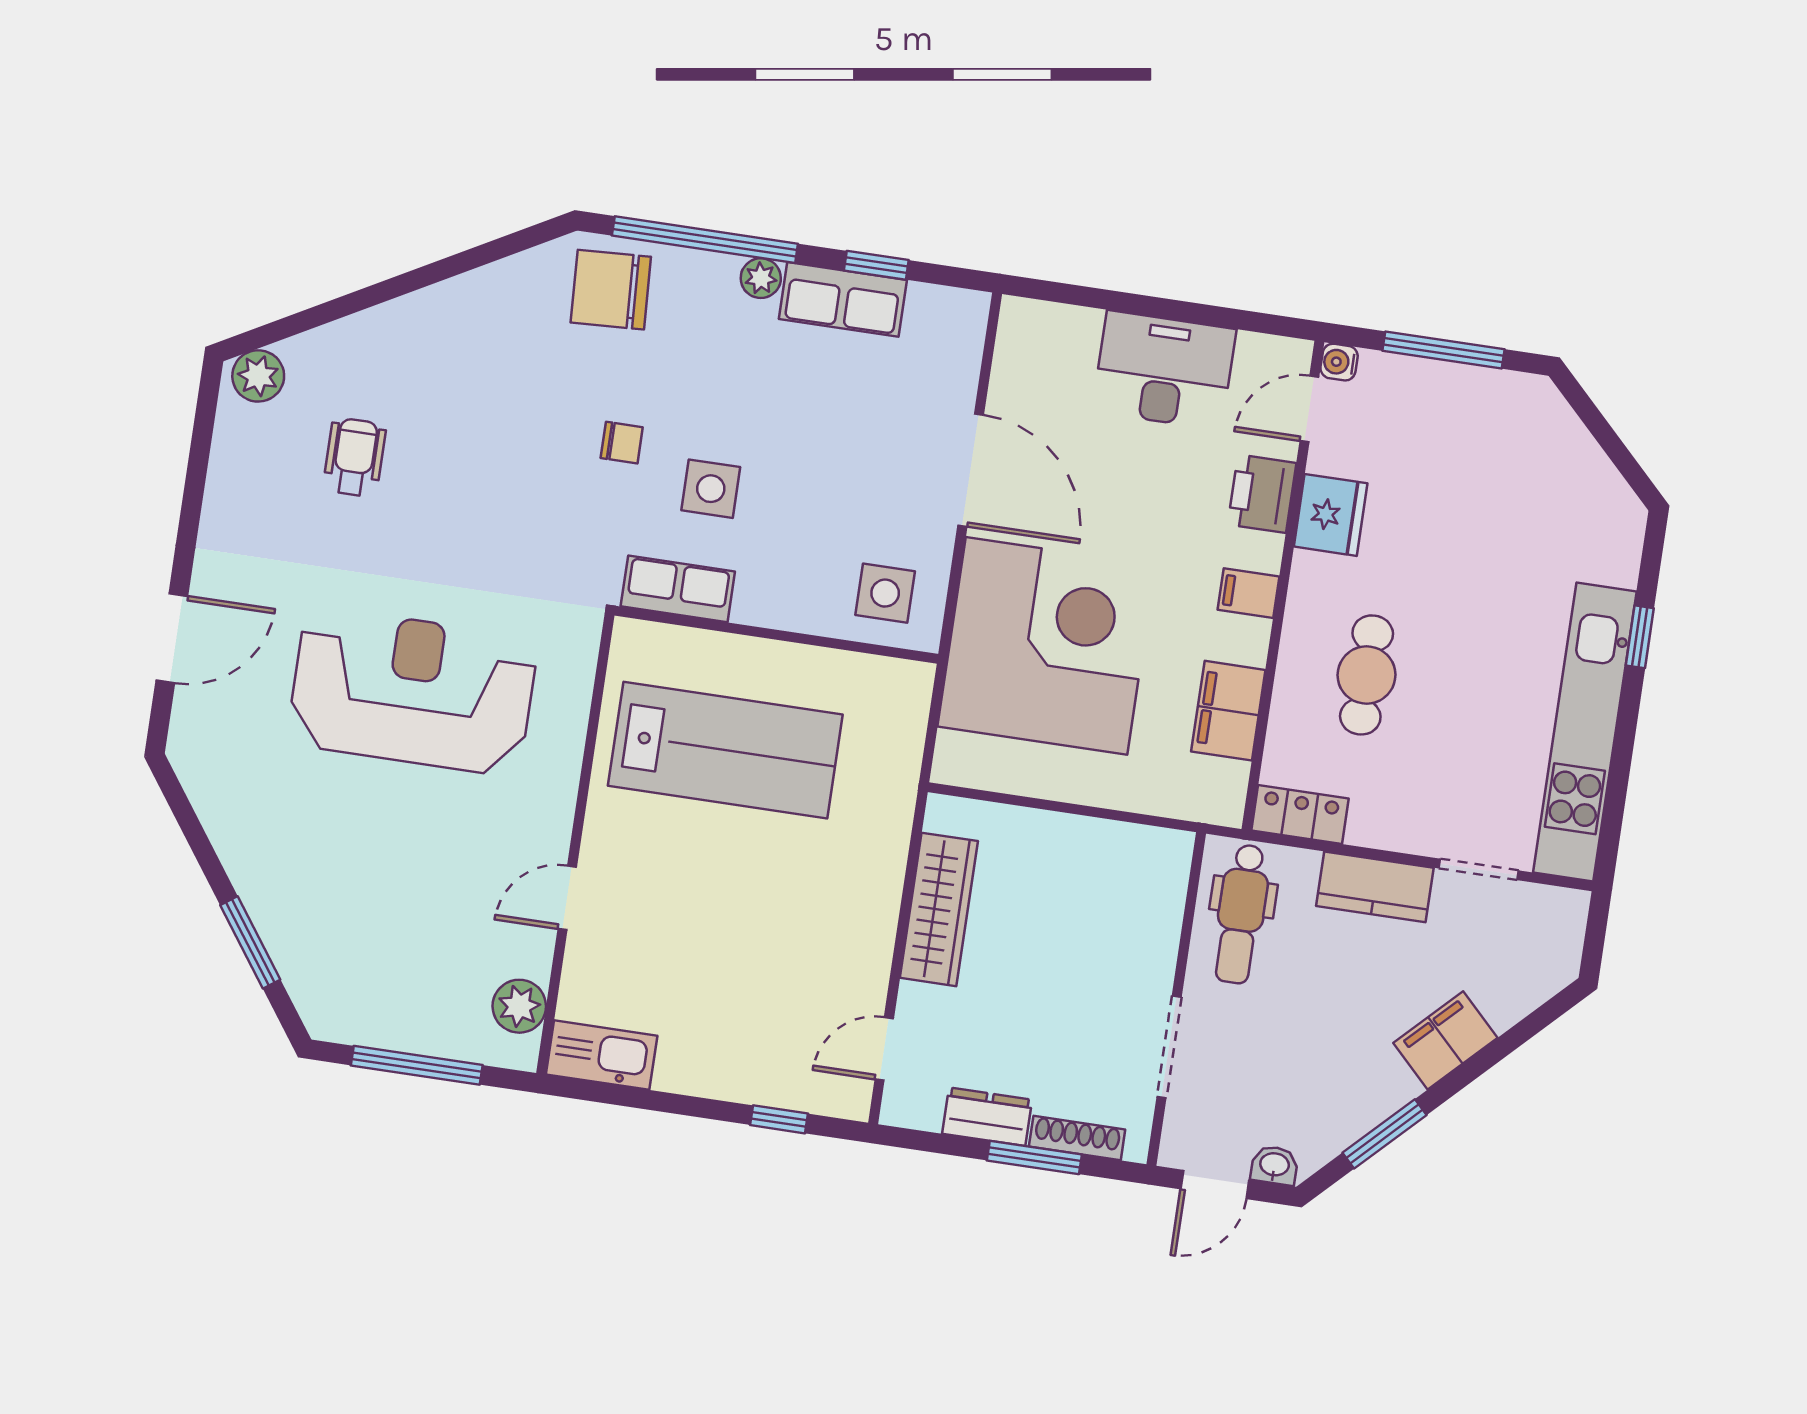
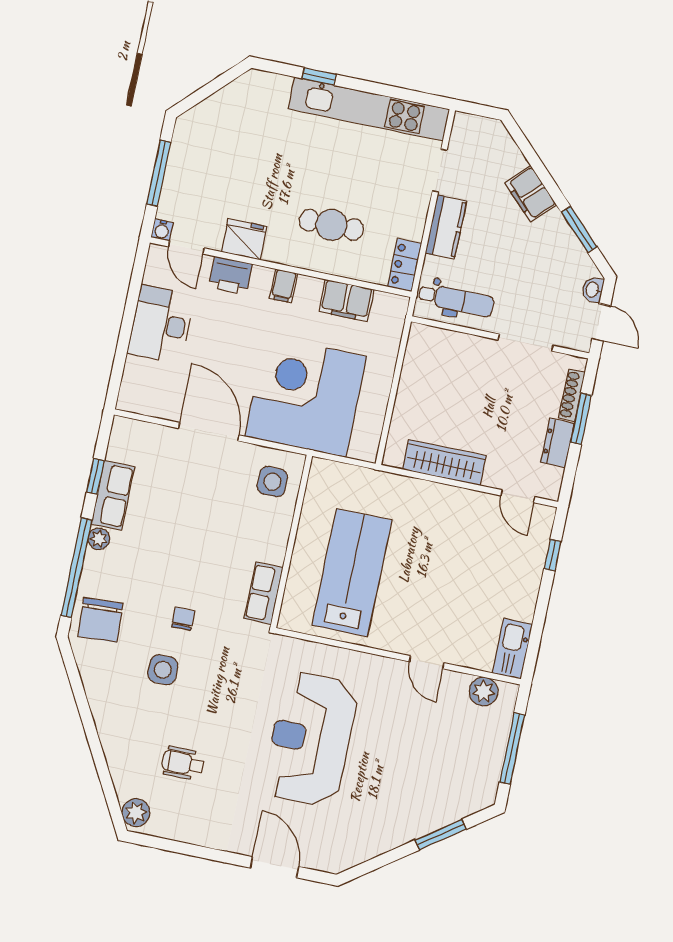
door: (971, 470) -> (209, 432), hinge flipped
side table: (711, 489) -> (163, 670), moved

